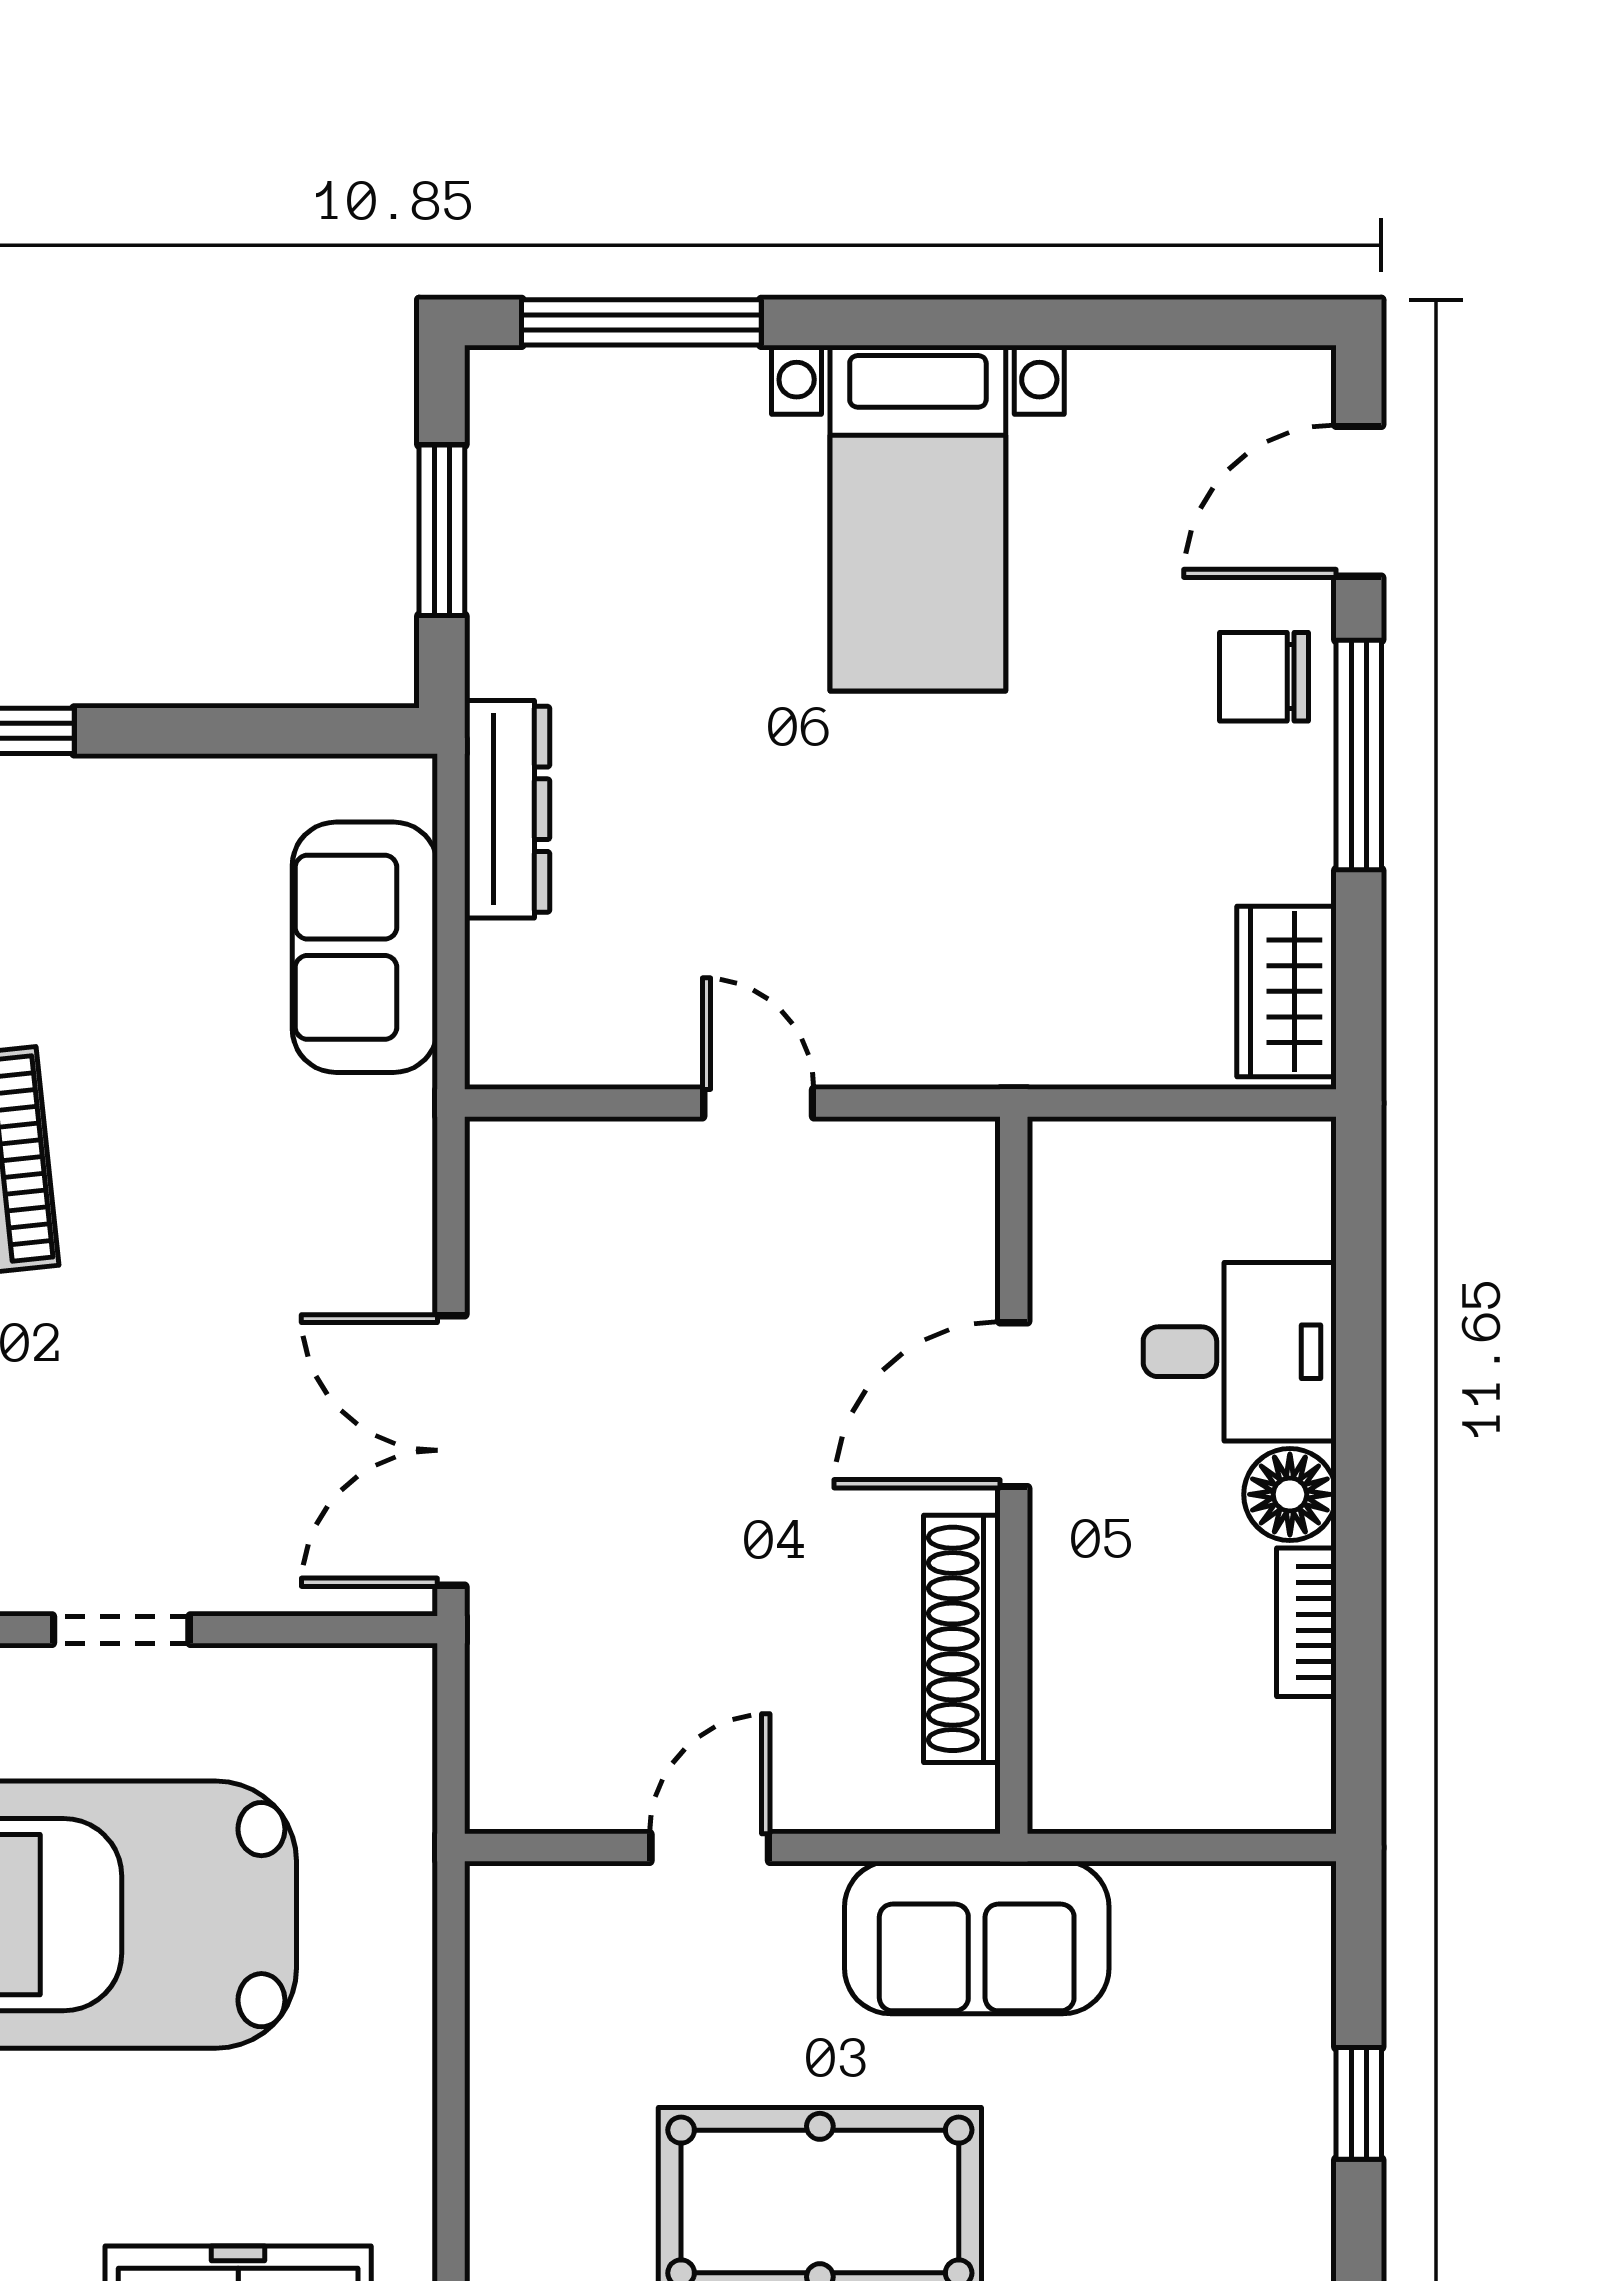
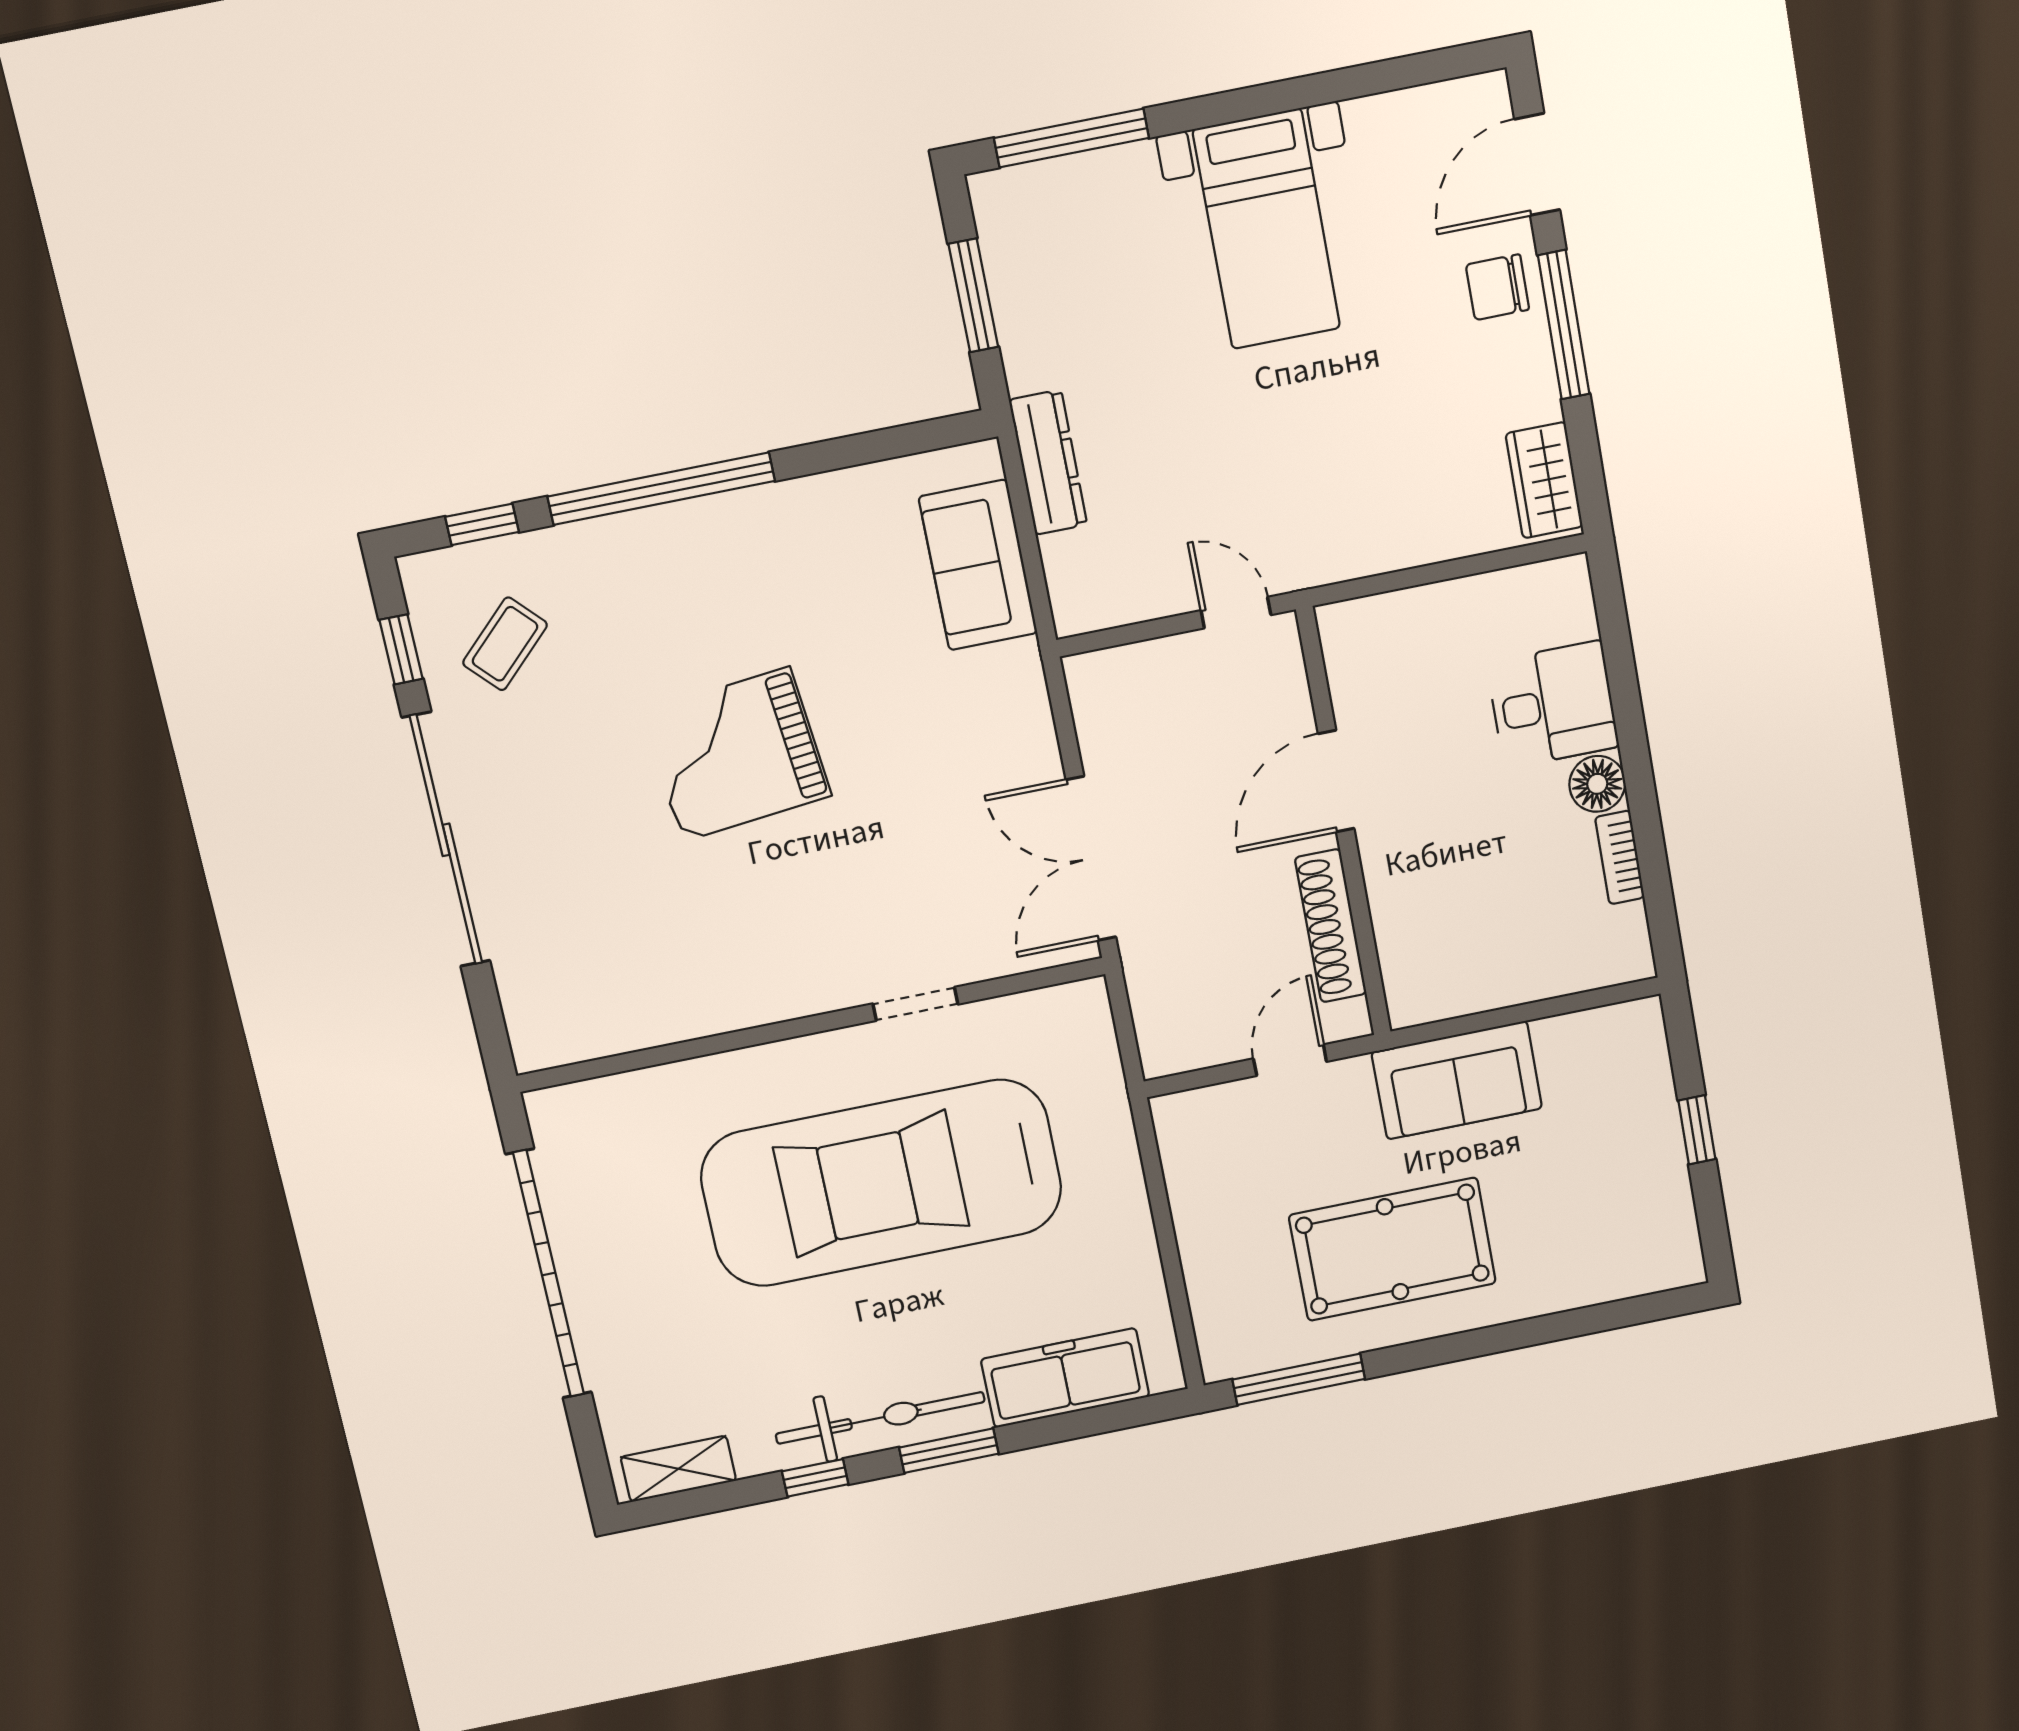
door: (1014, 1405) -> (1336, 781), moved
wall: (1014, 1475) -> (1344, 823), moved
shoe rack: (962, 1639) -> (1331, 926), moved

